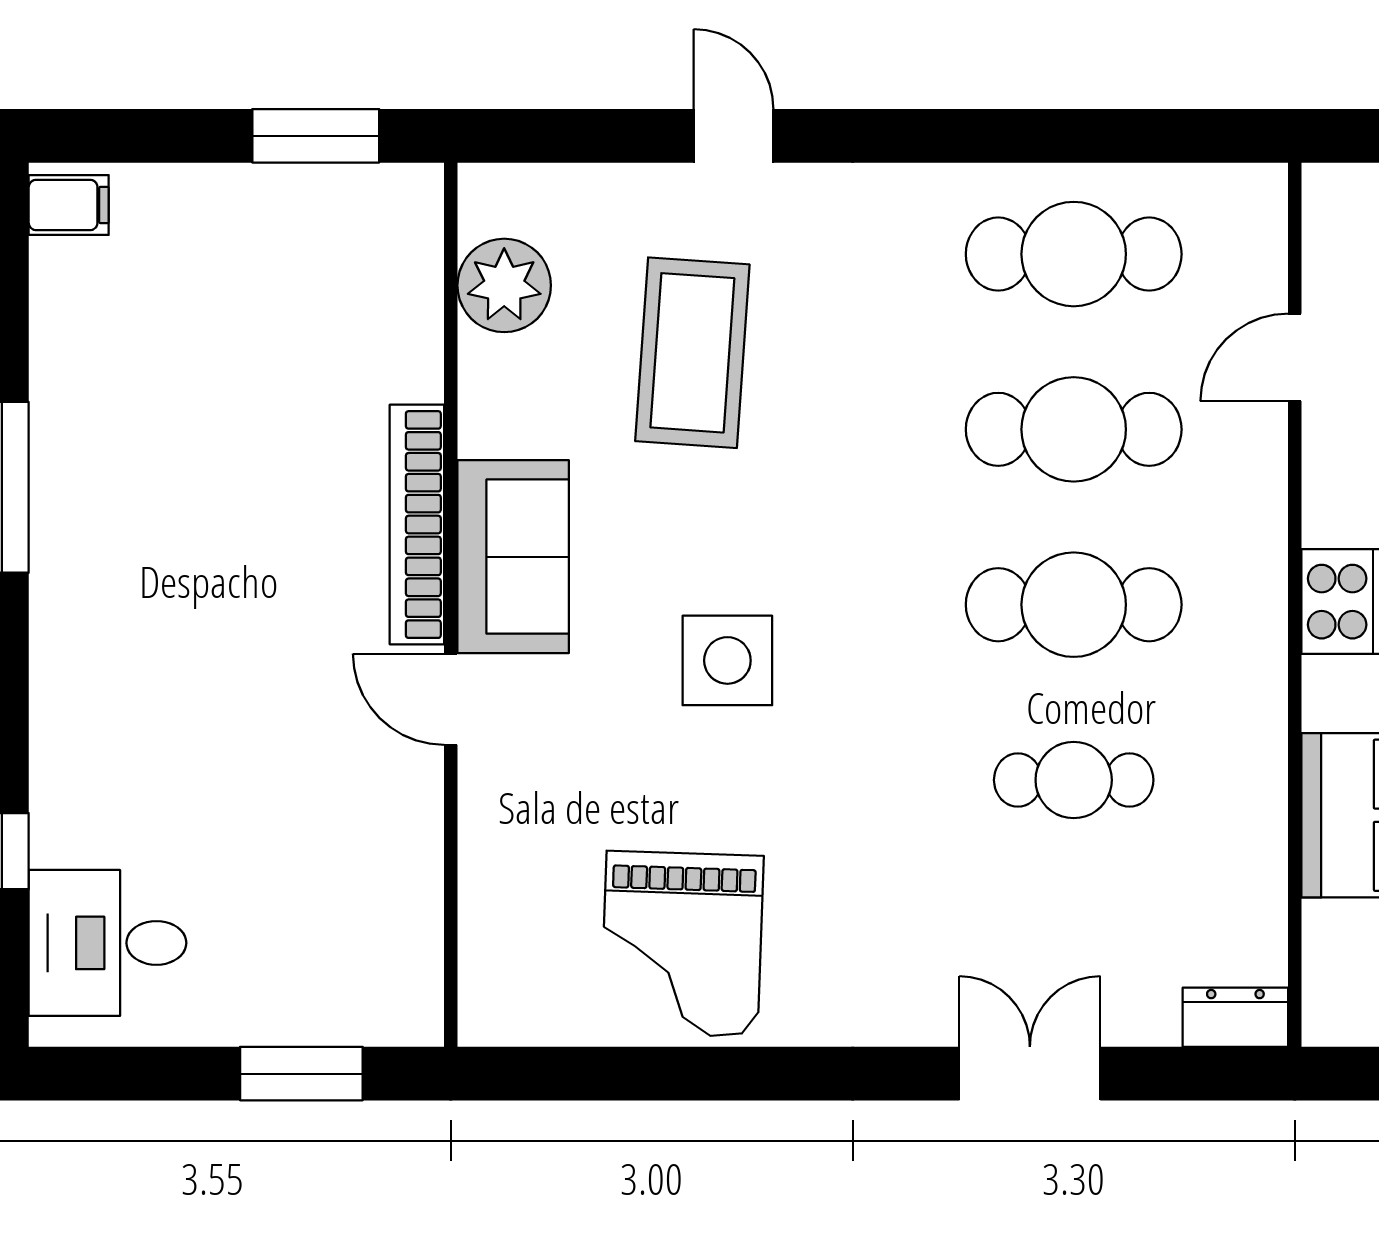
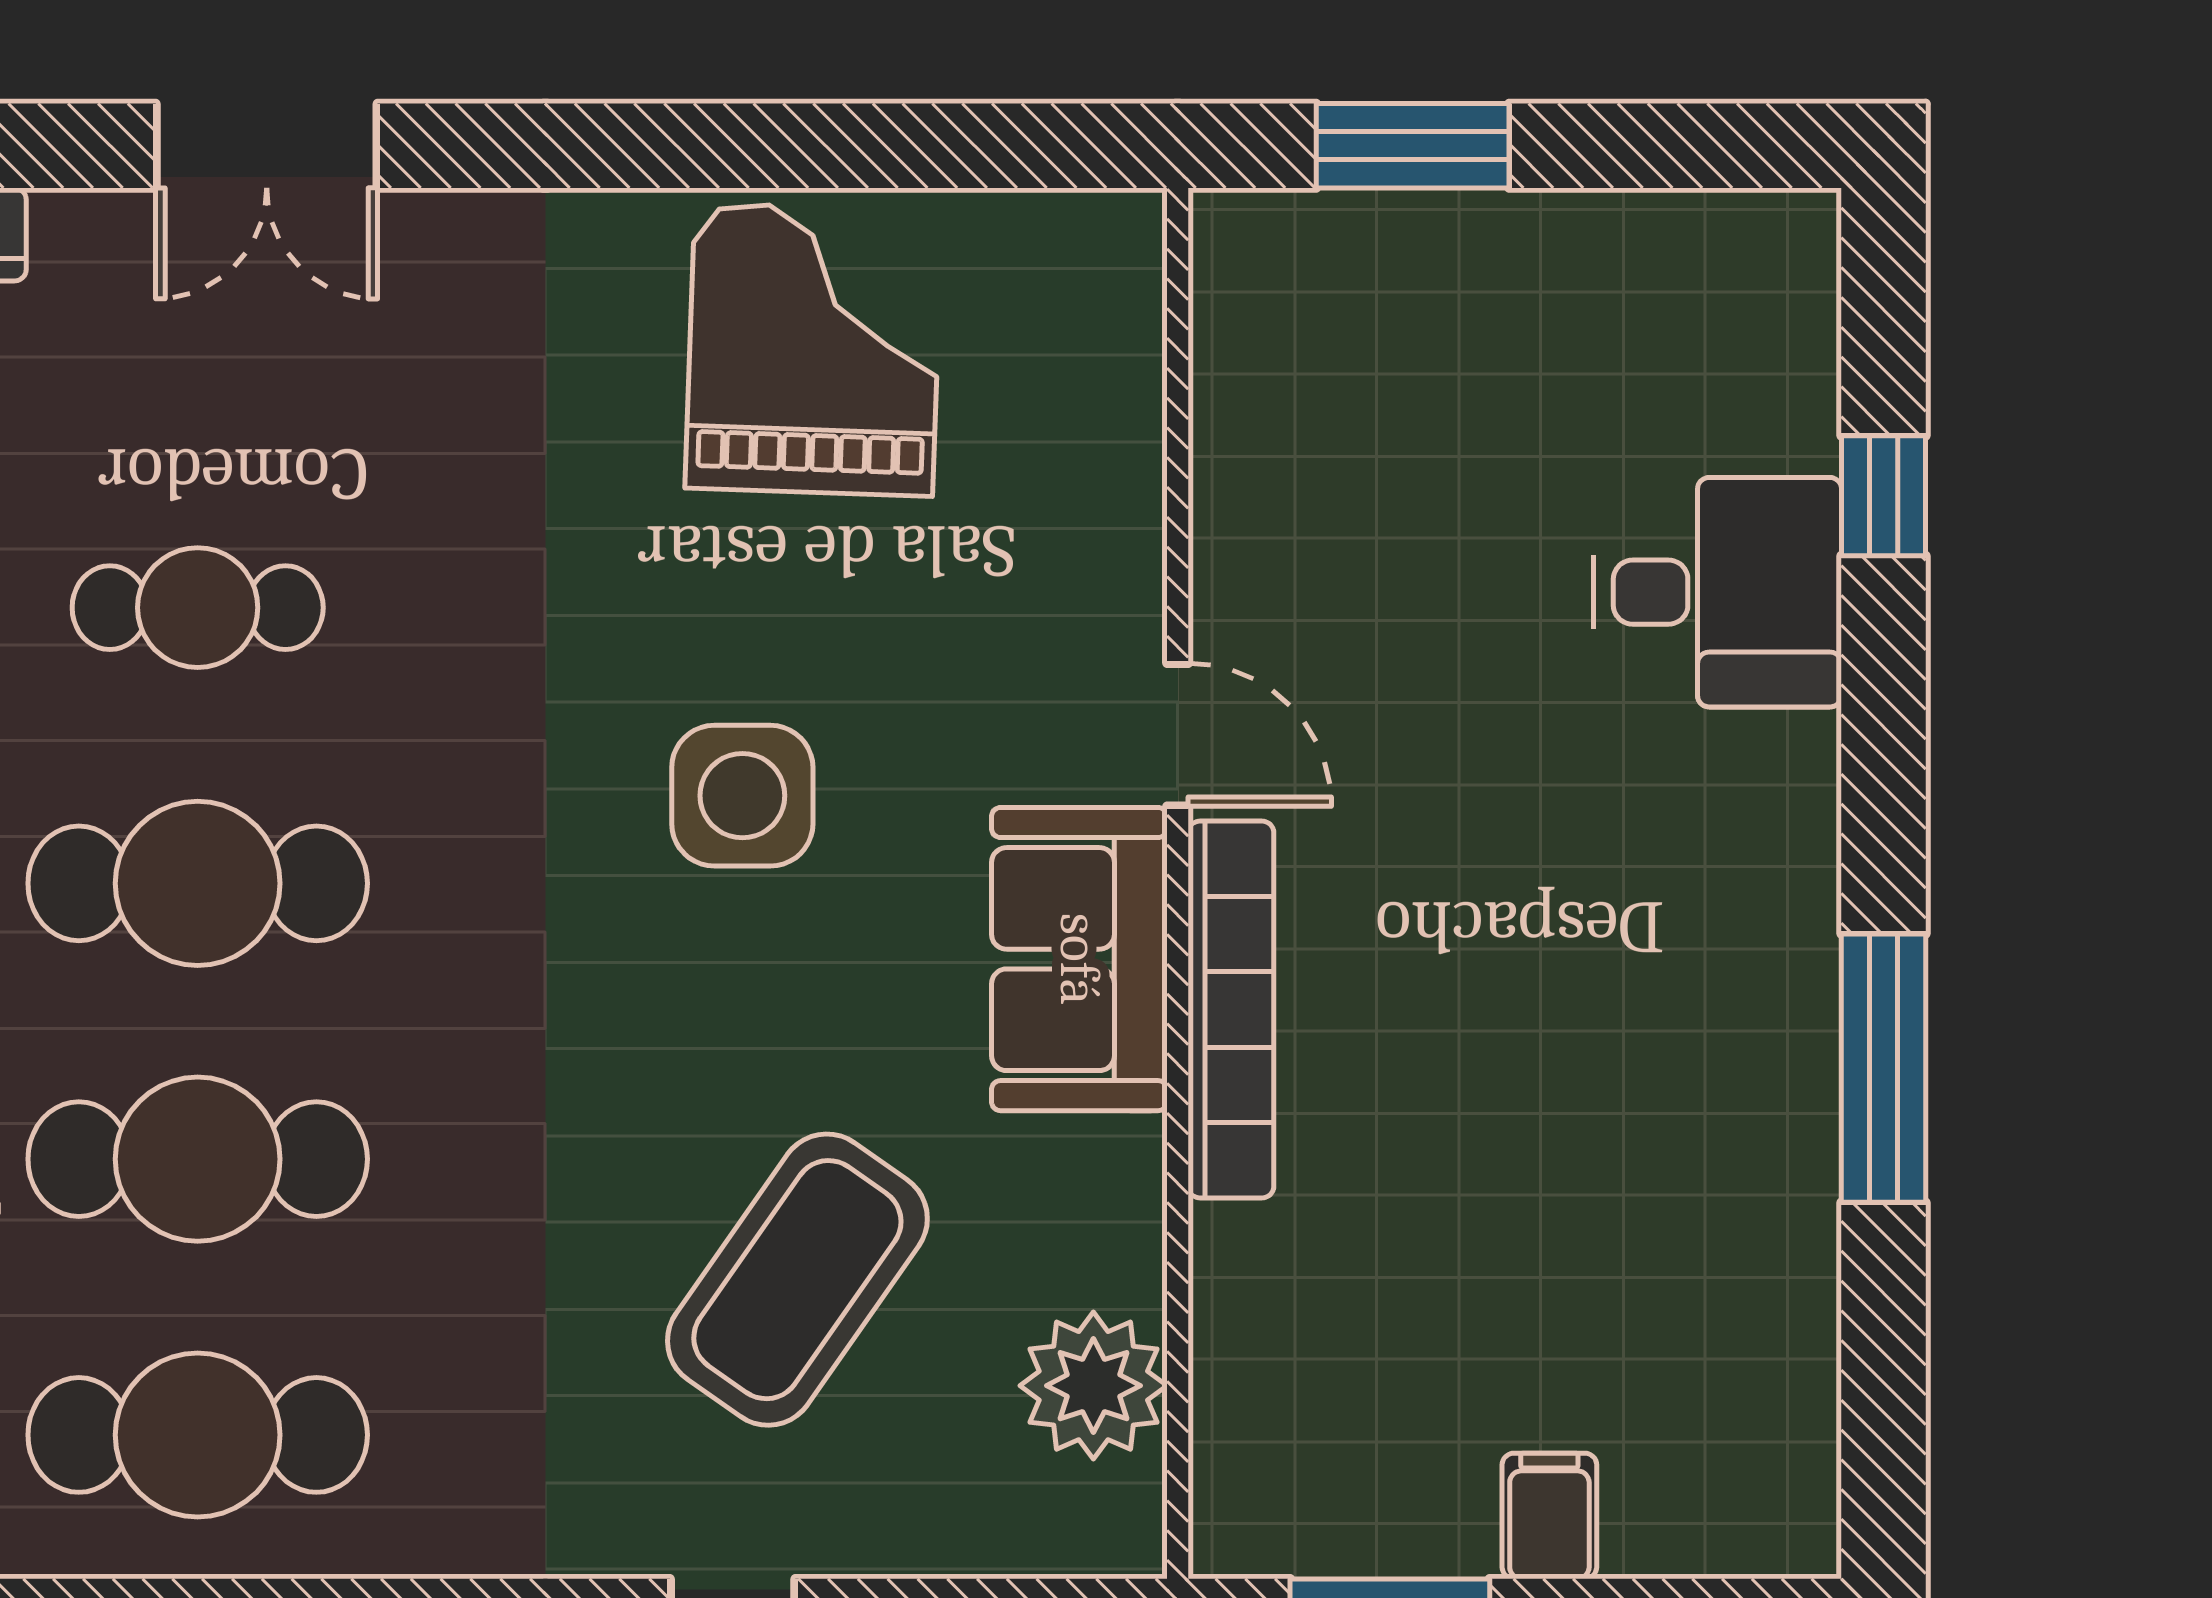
filing cabinet: (69, 205) -> (1549, 1516), moved, turned 90
coffee table: (692, 353) -> (797, 1280), turned 31
desk: (108, 943) -> (1717, 592), moved

